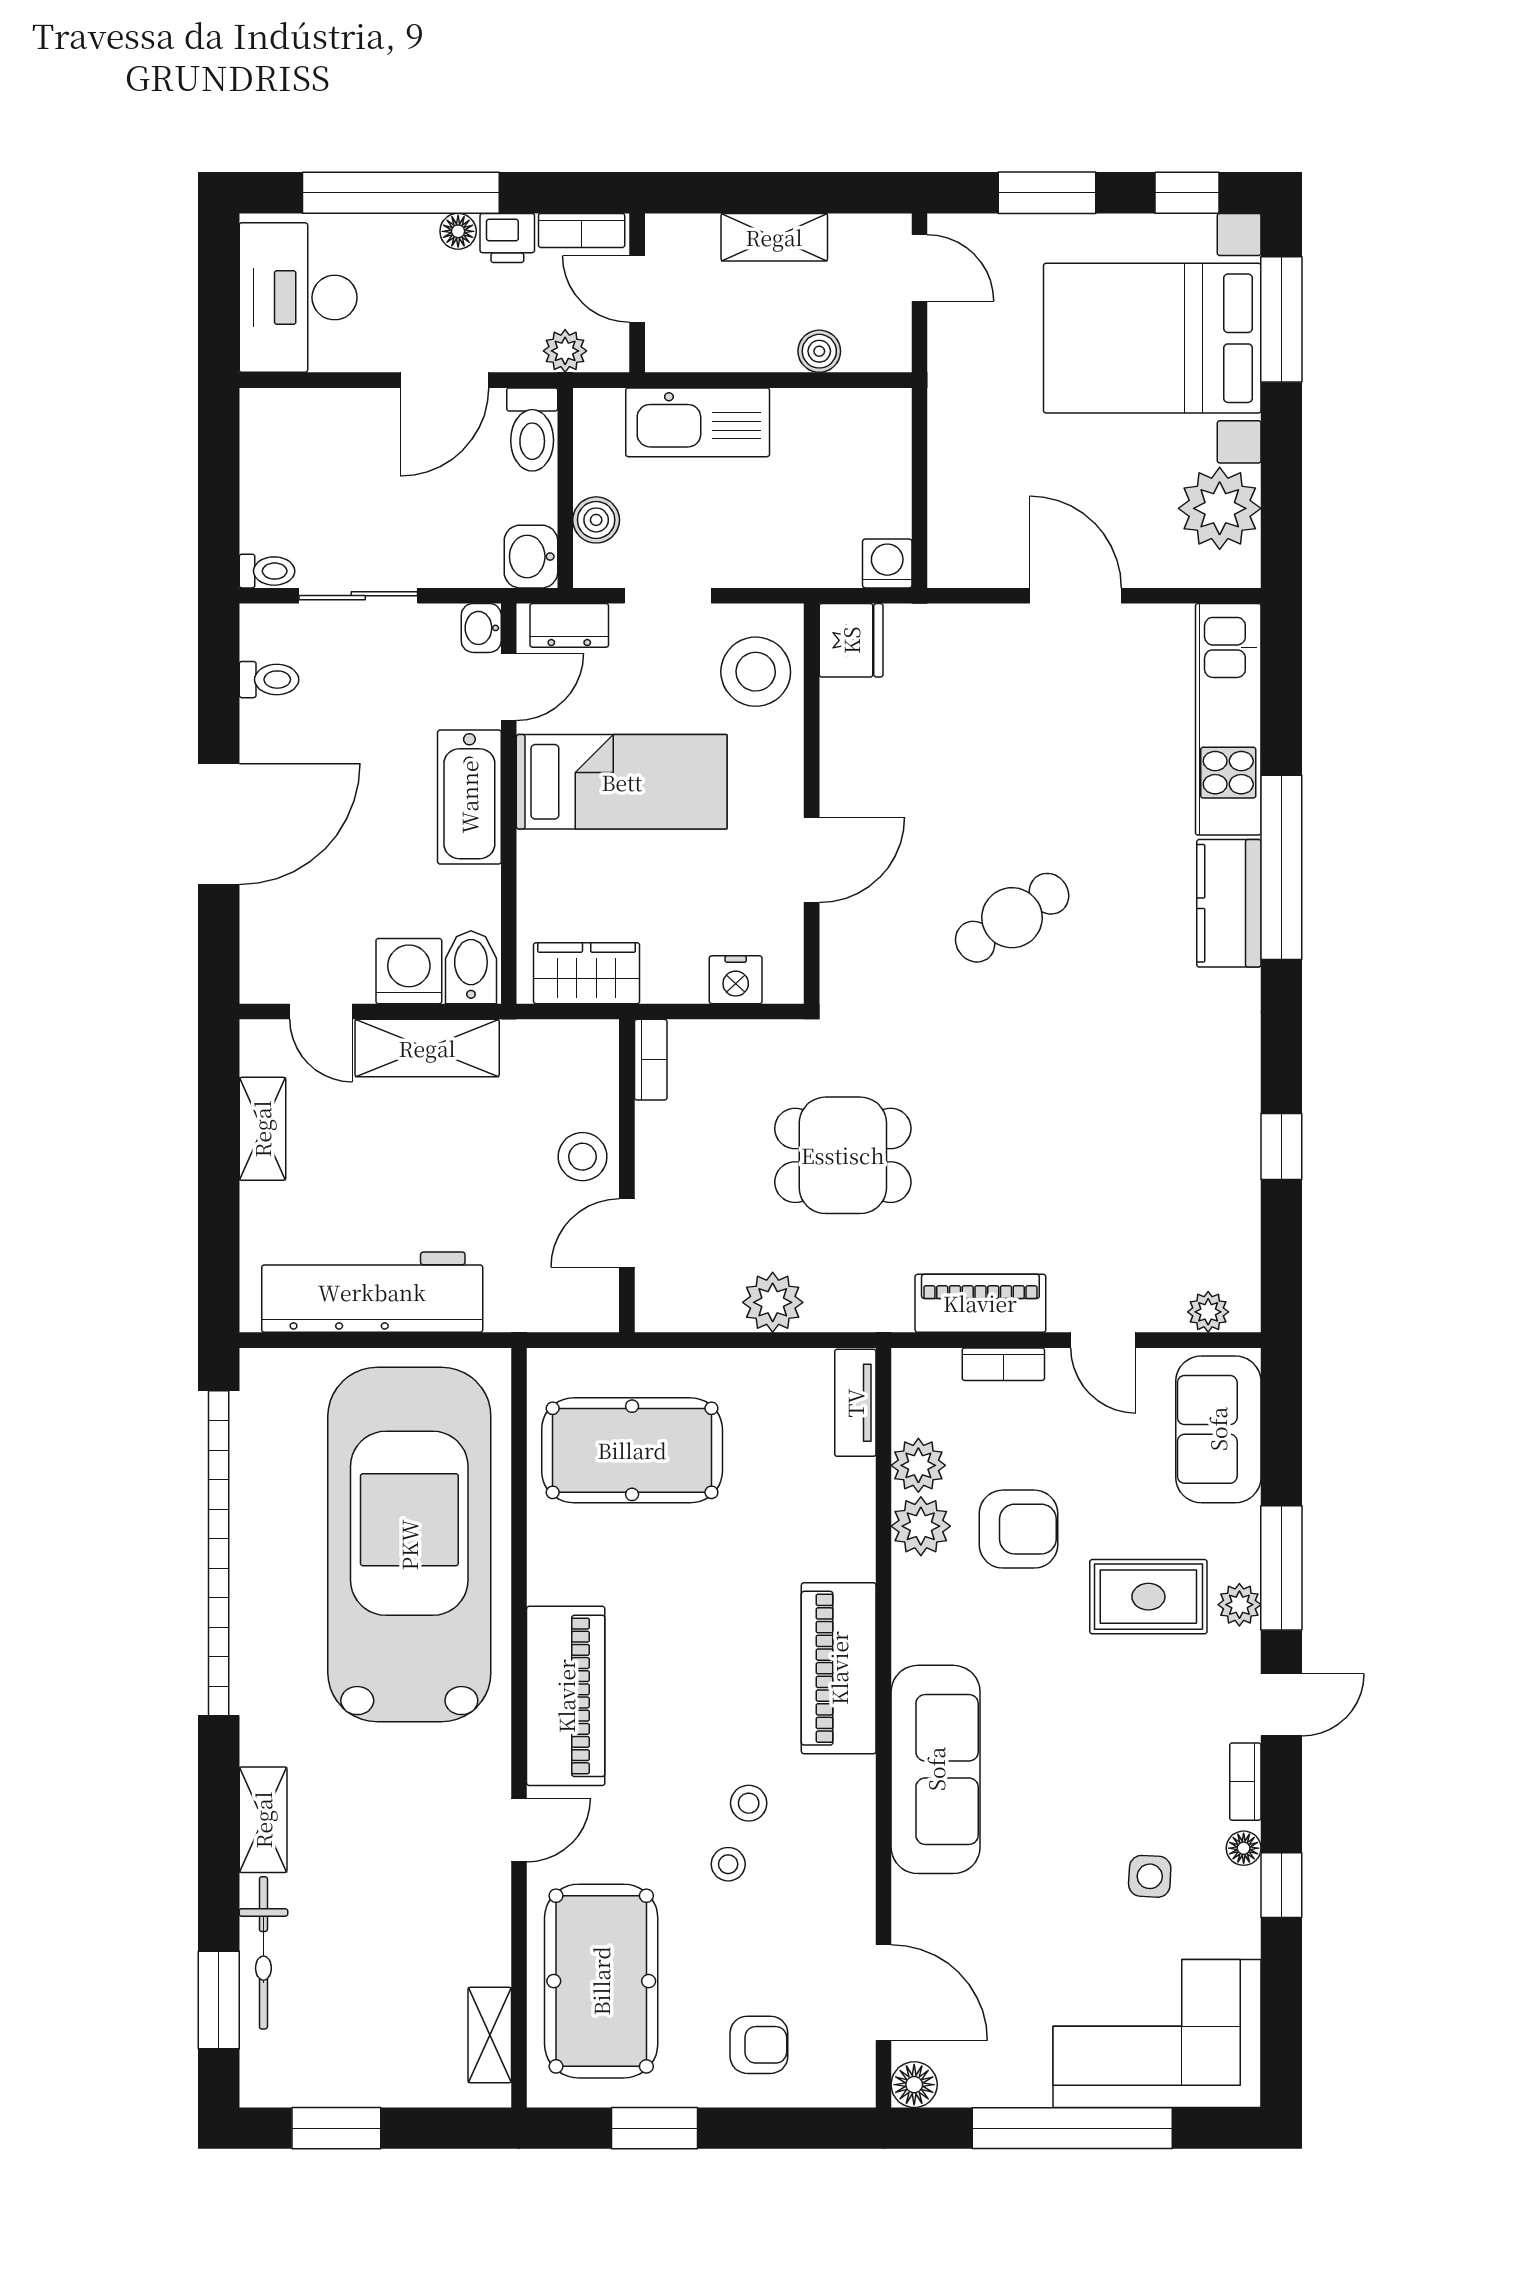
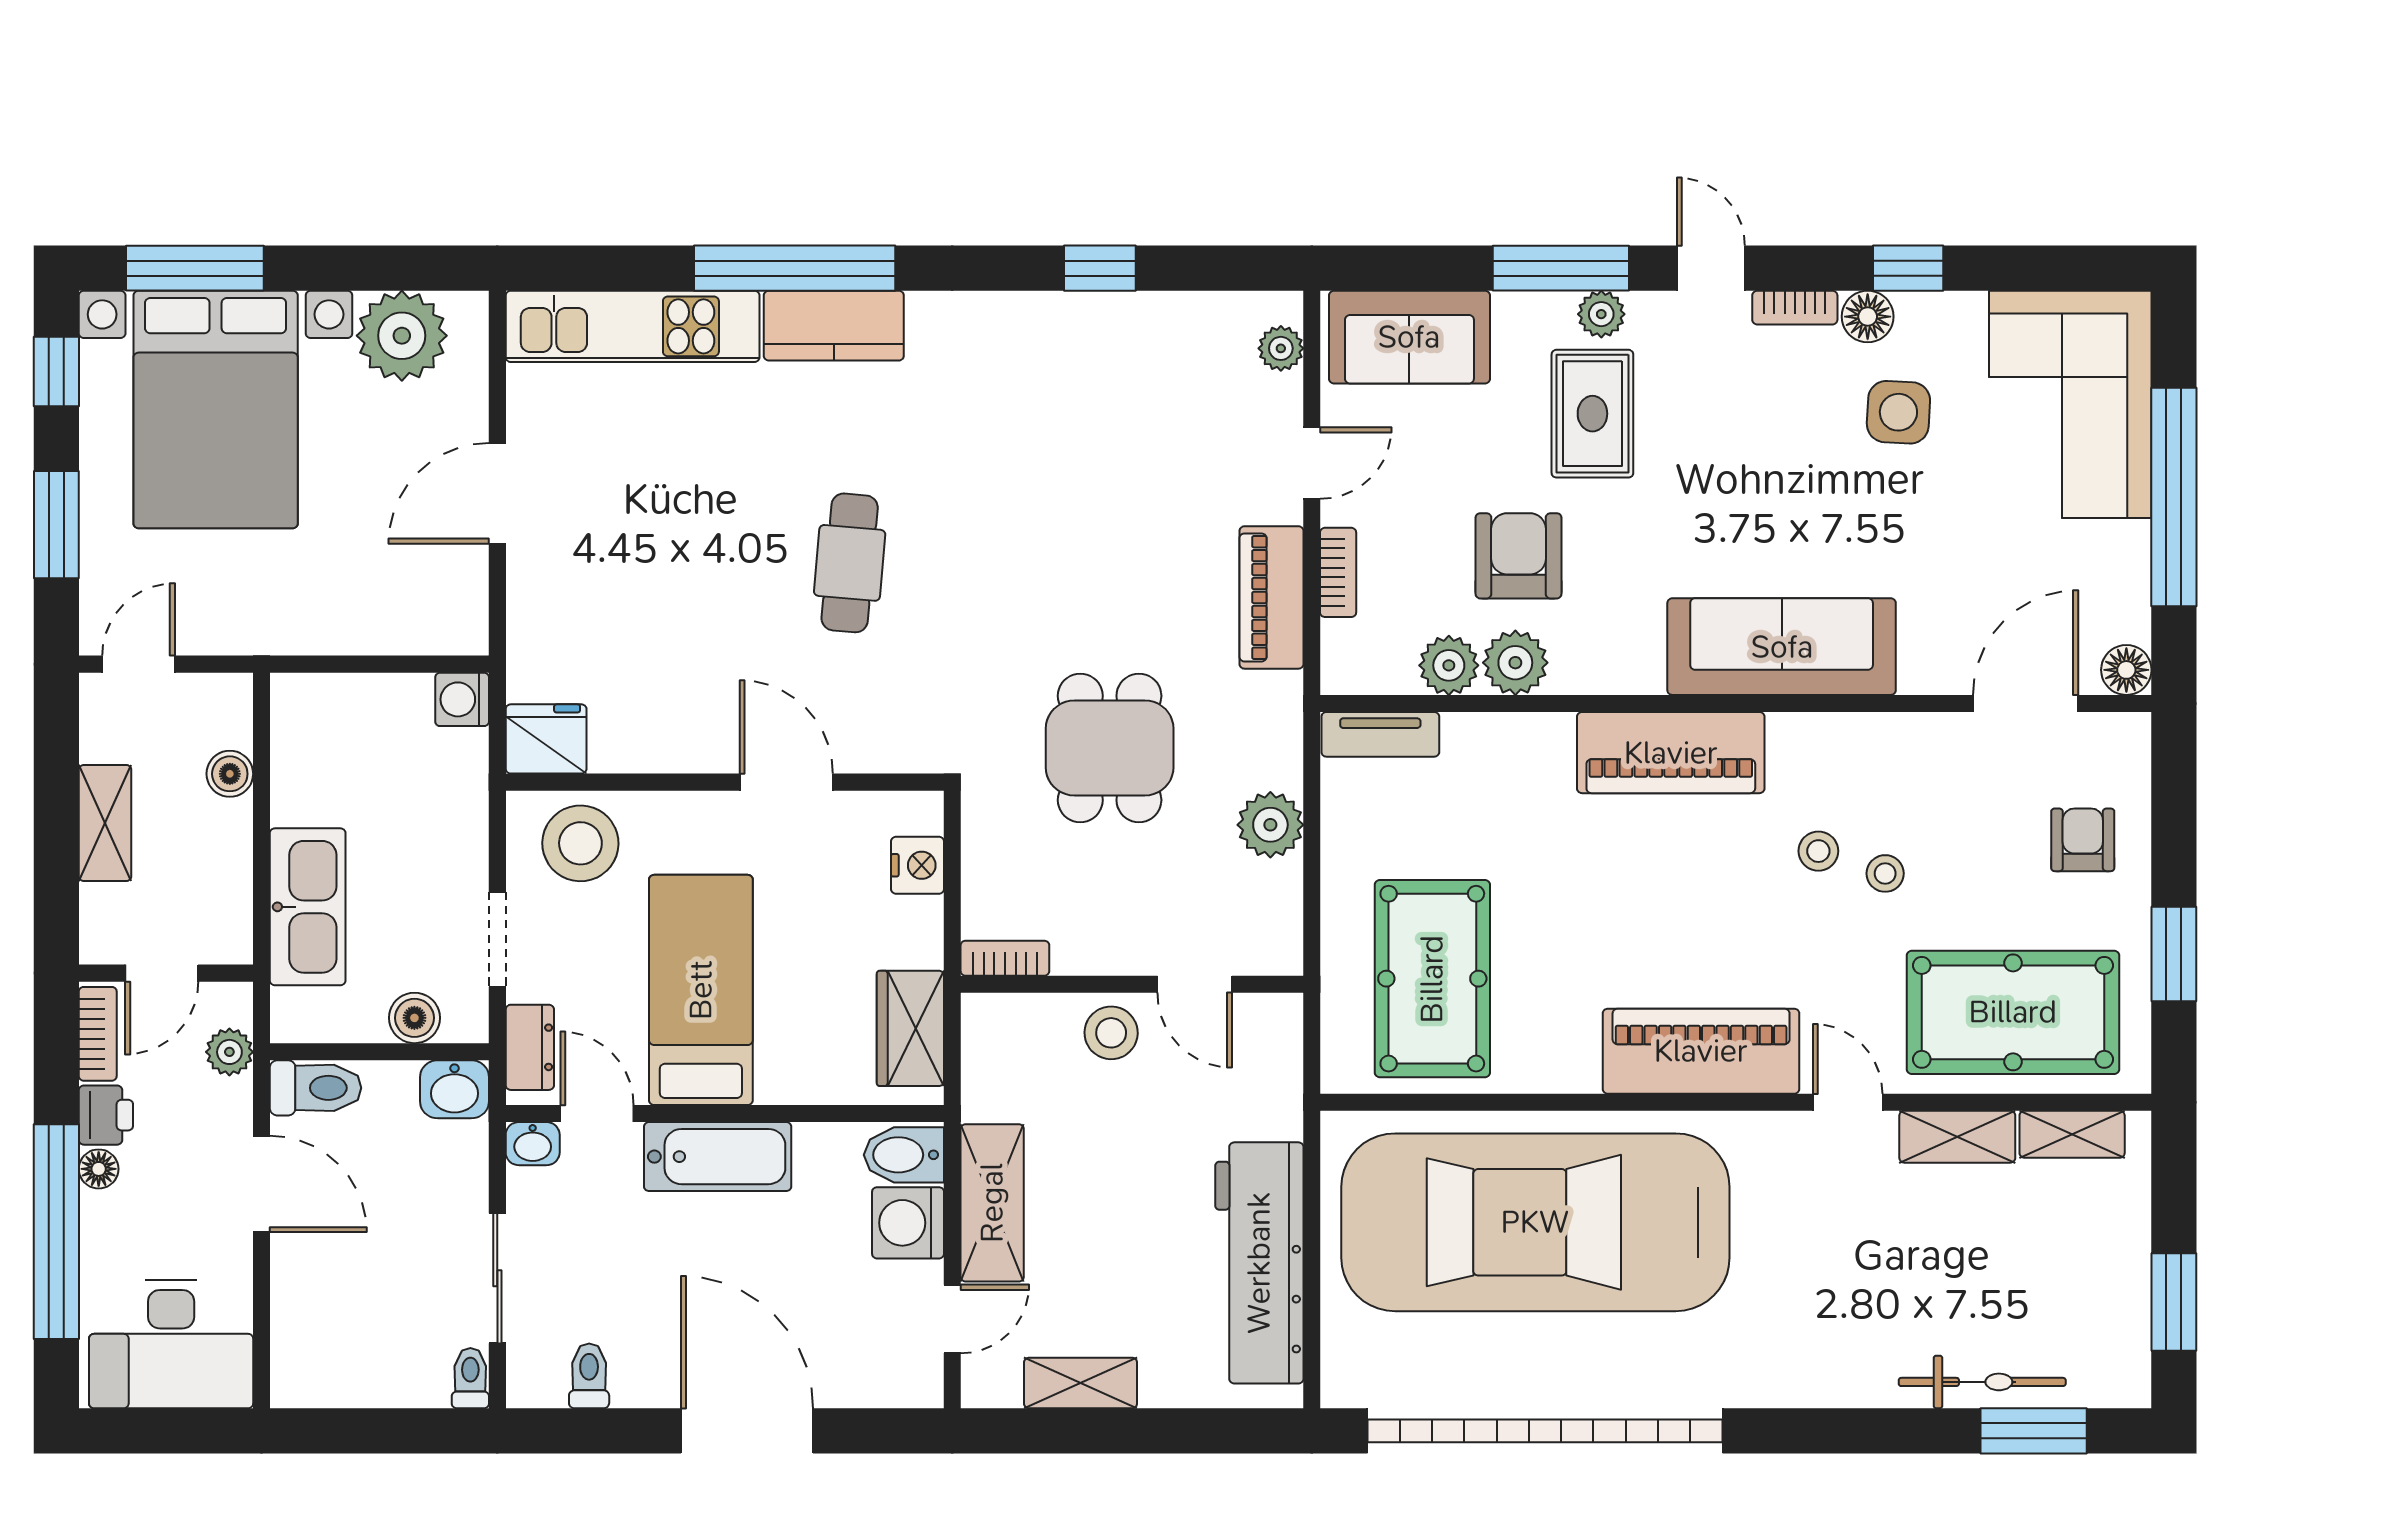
cafe table: (1012, 918) -> (850, 563), turned 38
shelving: (263, 1820) -> (1957, 1137), moved
floor lamp: (1244, 1848) -> (1868, 317), width x1.37, depth x1.37
side table: (1150, 1876) -> (1898, 412), width x1.37, depth x1.37

